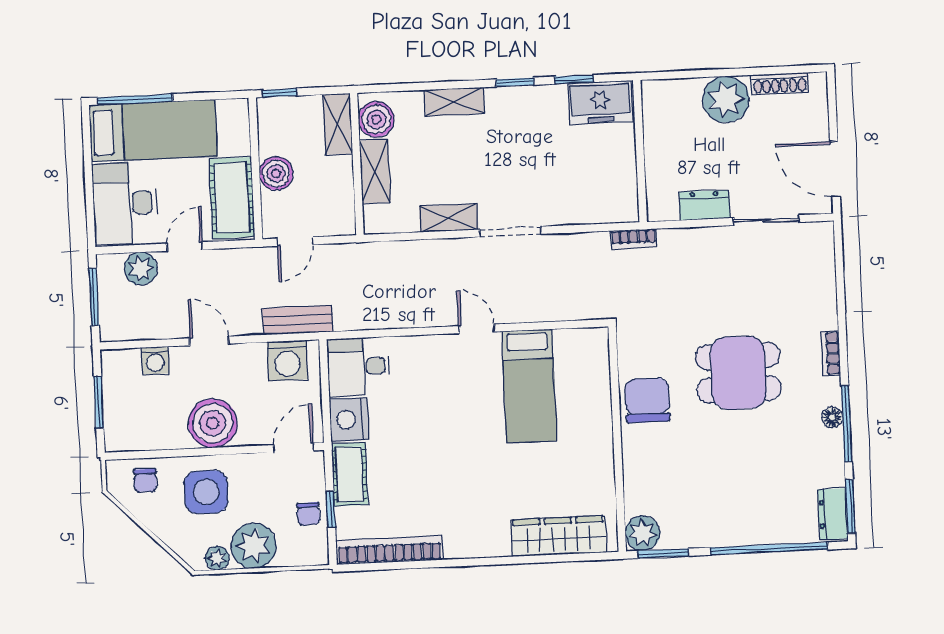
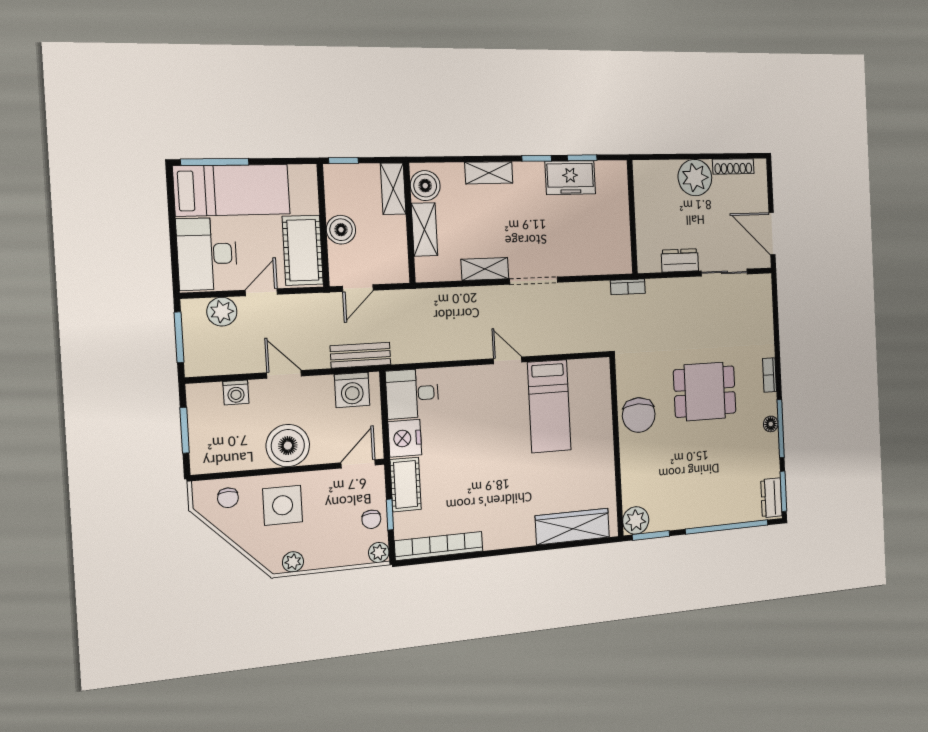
freezer: (600, 103) -> (570, 178), moved
chair: (647, 400) -> (639, 415), turned 180
plant: (254, 546) -> (379, 552), moved, width x0.53, depth x0.53

